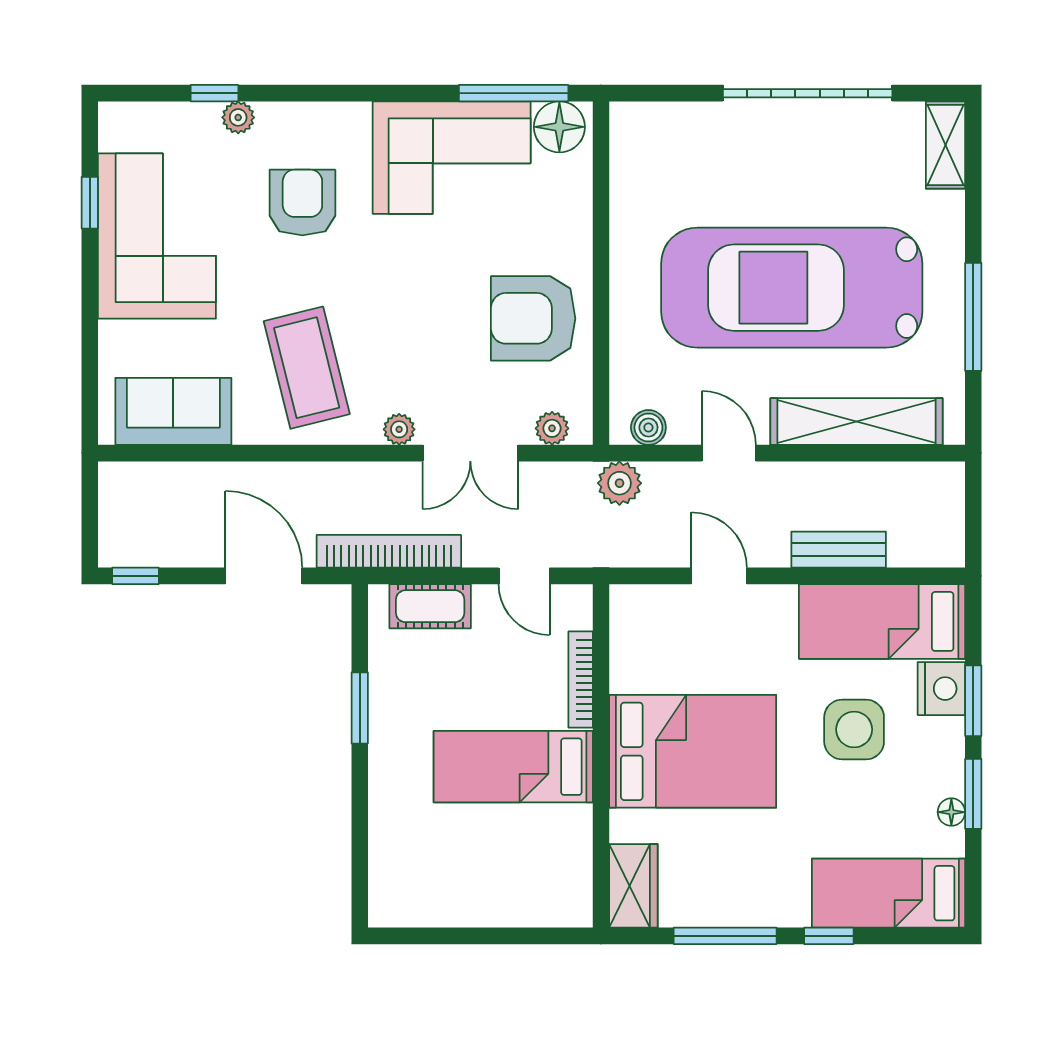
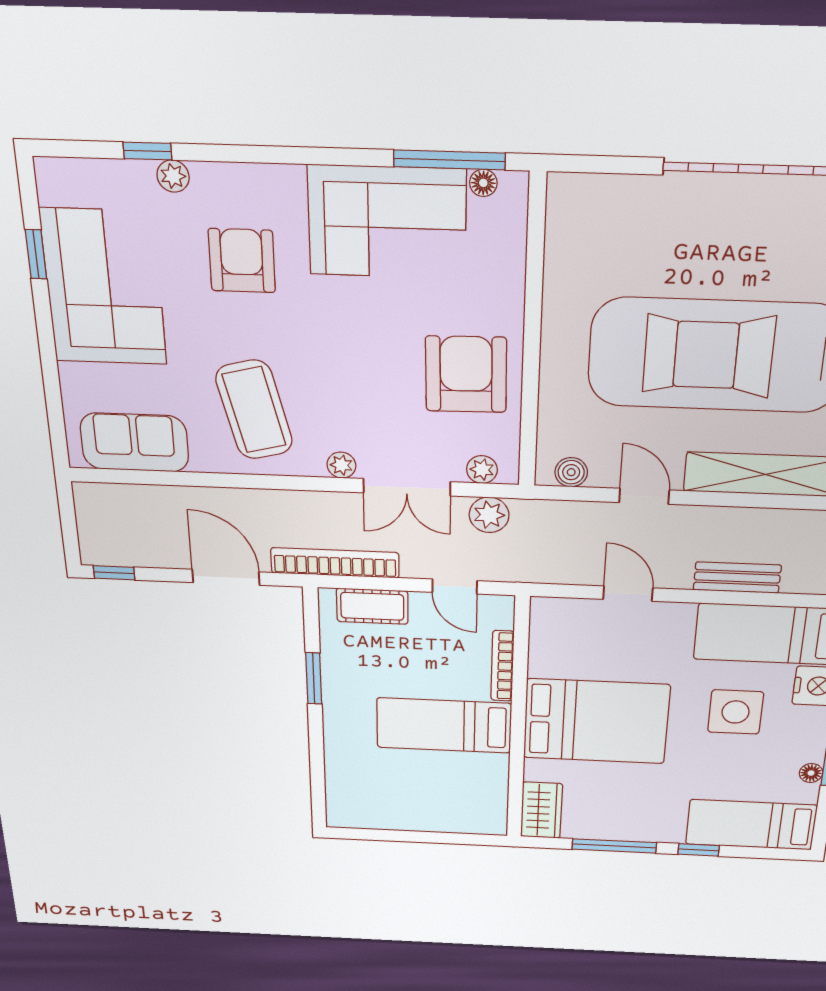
floor lamp: (559, 127) -> (483, 183), width x0.53, depth x0.53
armchair: (533, 318) -> (466, 374), turned 89
plant: (619, 483) -> (489, 515), moved

